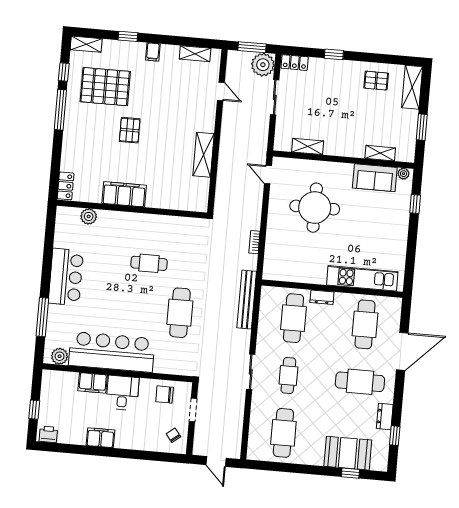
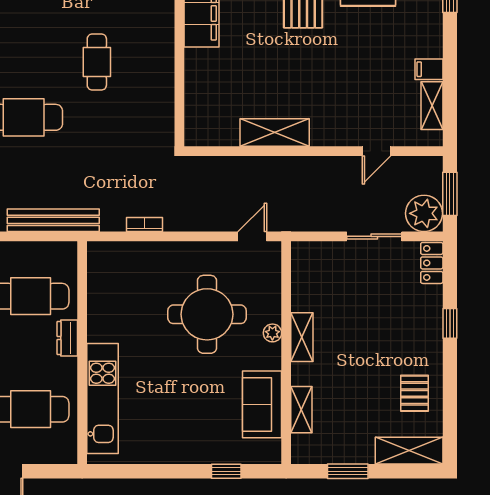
filing cabinet: (153, 52) -> (429, 69), moved
shelving: (308, 146) -> (302, 337), moved
plant: (403, 174) -> (272, 333), moved

